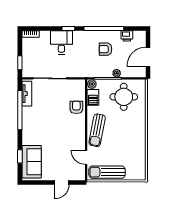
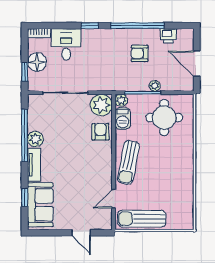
desk: (61, 42) -> (66, 44), moved
floor lamp: (29, 56) -> (37, 62), added
door: (148, 57) -> (197, 64), hinge flipped
plant: (77, 88) -> (101, 105), added
tv unit: (27, 94) -> (34, 165), moved
plant: (28, 113) -> (35, 139), added
door: (86, 157) -> (114, 199), hinge flipped
door: (62, 183) -> (81, 233), hinge flipped

